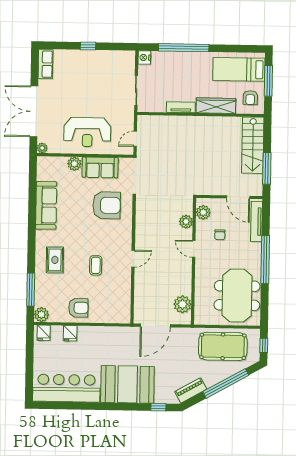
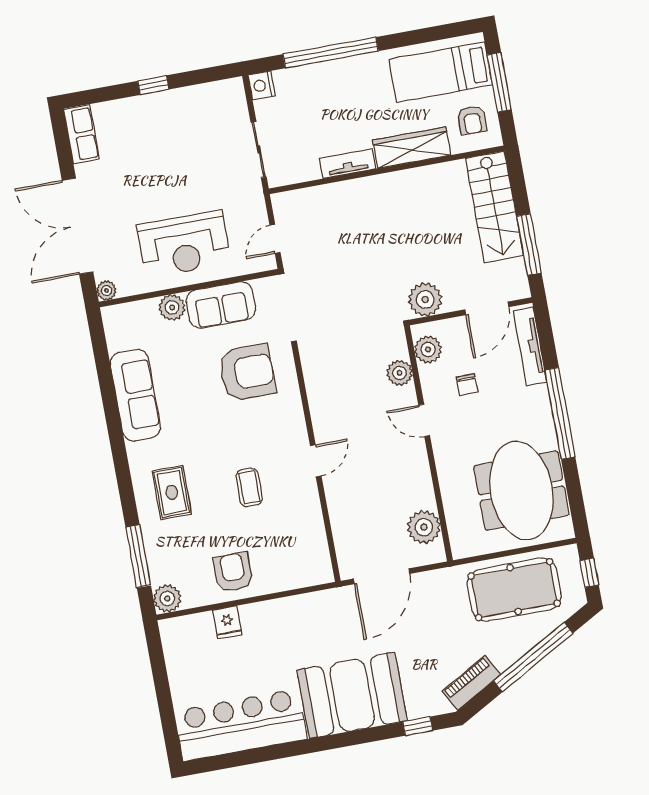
plant: (207, 186) -> (425, 300), added
door: (238, 197) -> (487, 308), hinge flipped
armchair: (78, 308) -> (233, 572), turned -90
fridge: (44, 333) -> (178, 631), removed

